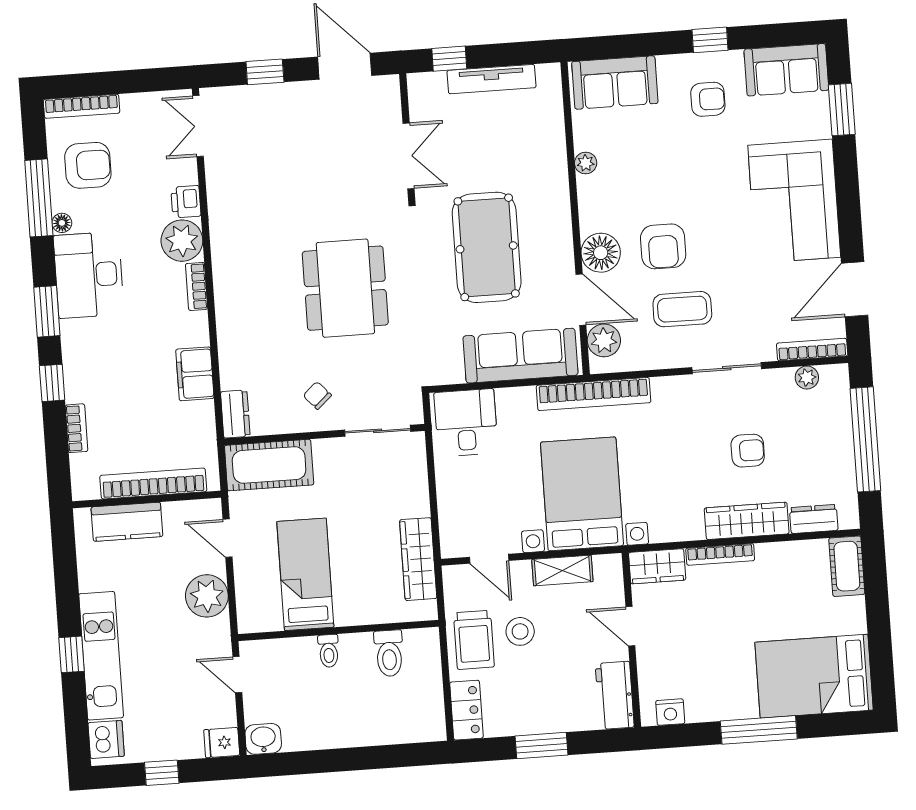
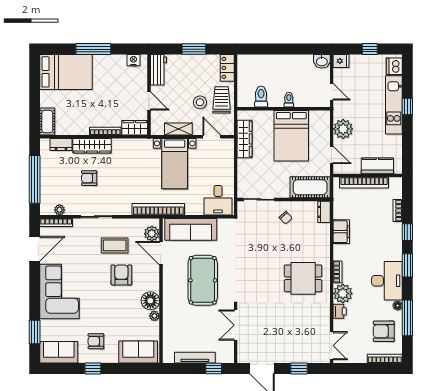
floor lamp: (601, 253) -> (150, 301), moved
dining table: (345, 288) -> (303, 278), moved, width x0.73
bed with nightstands: (582, 494) -> (175, 164), width x0.73
bed: (305, 574) -> (291, 136), width x1.50

